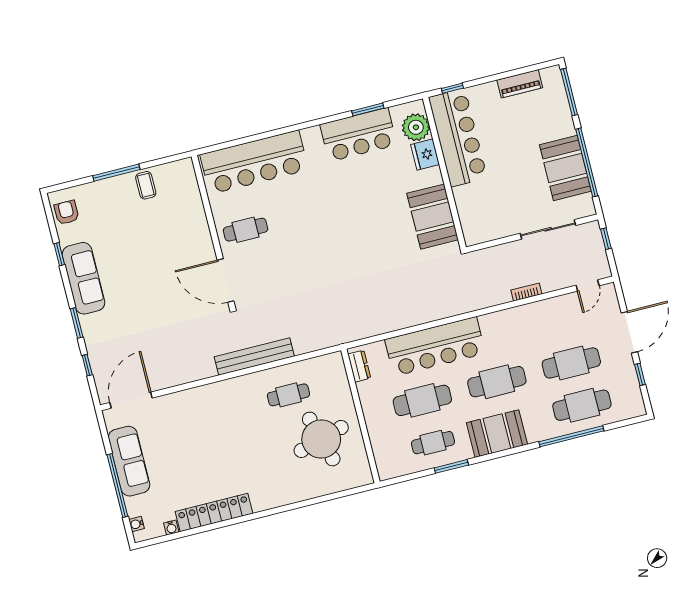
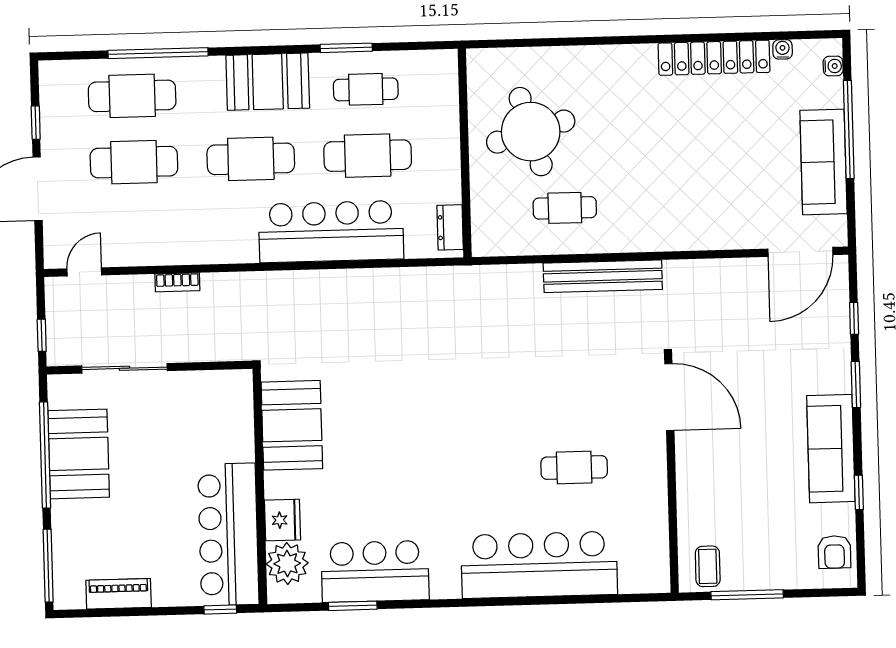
wall: (213, 231) -> (671, 475), moved
door: (226, 281) -> (669, 397), moved

